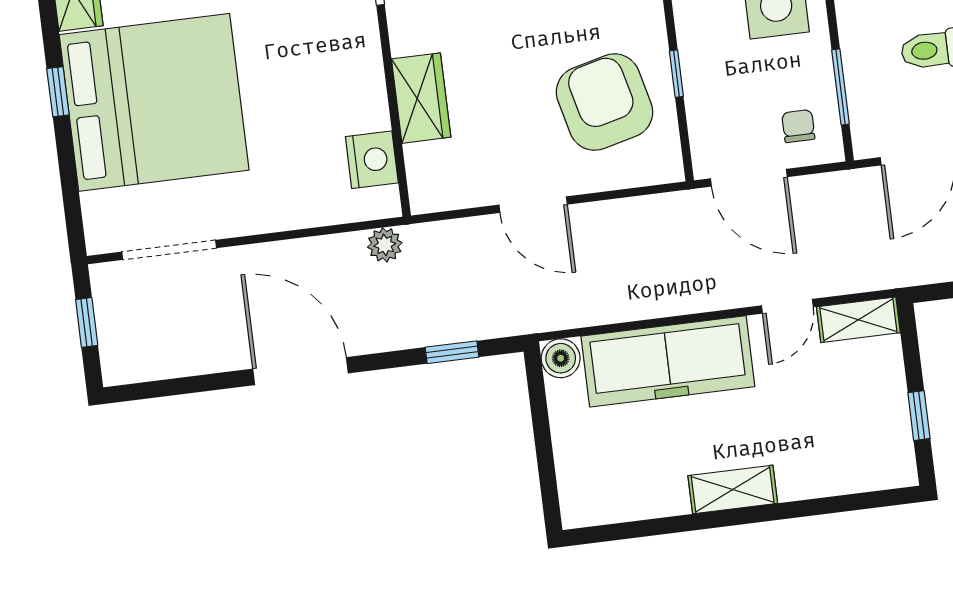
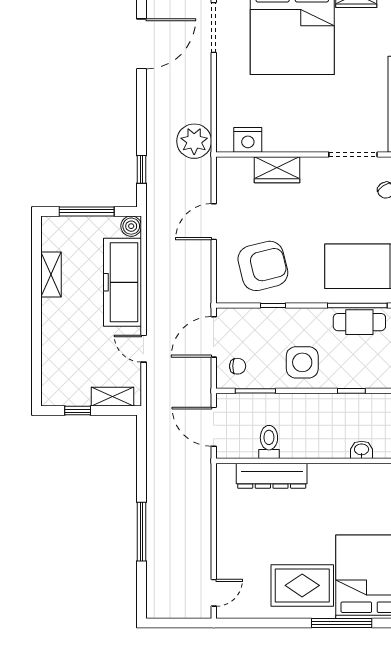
plant: (385, 245) -> (194, 141), width x1.87, depth x1.87
shelving: (858, 320) -> (112, 397), moved, turned 90
door: (301, 371) -> (141, 44), moved
window: (544, 445) -> (87, 211), added
shelving: (733, 489) -> (51, 274), moved

